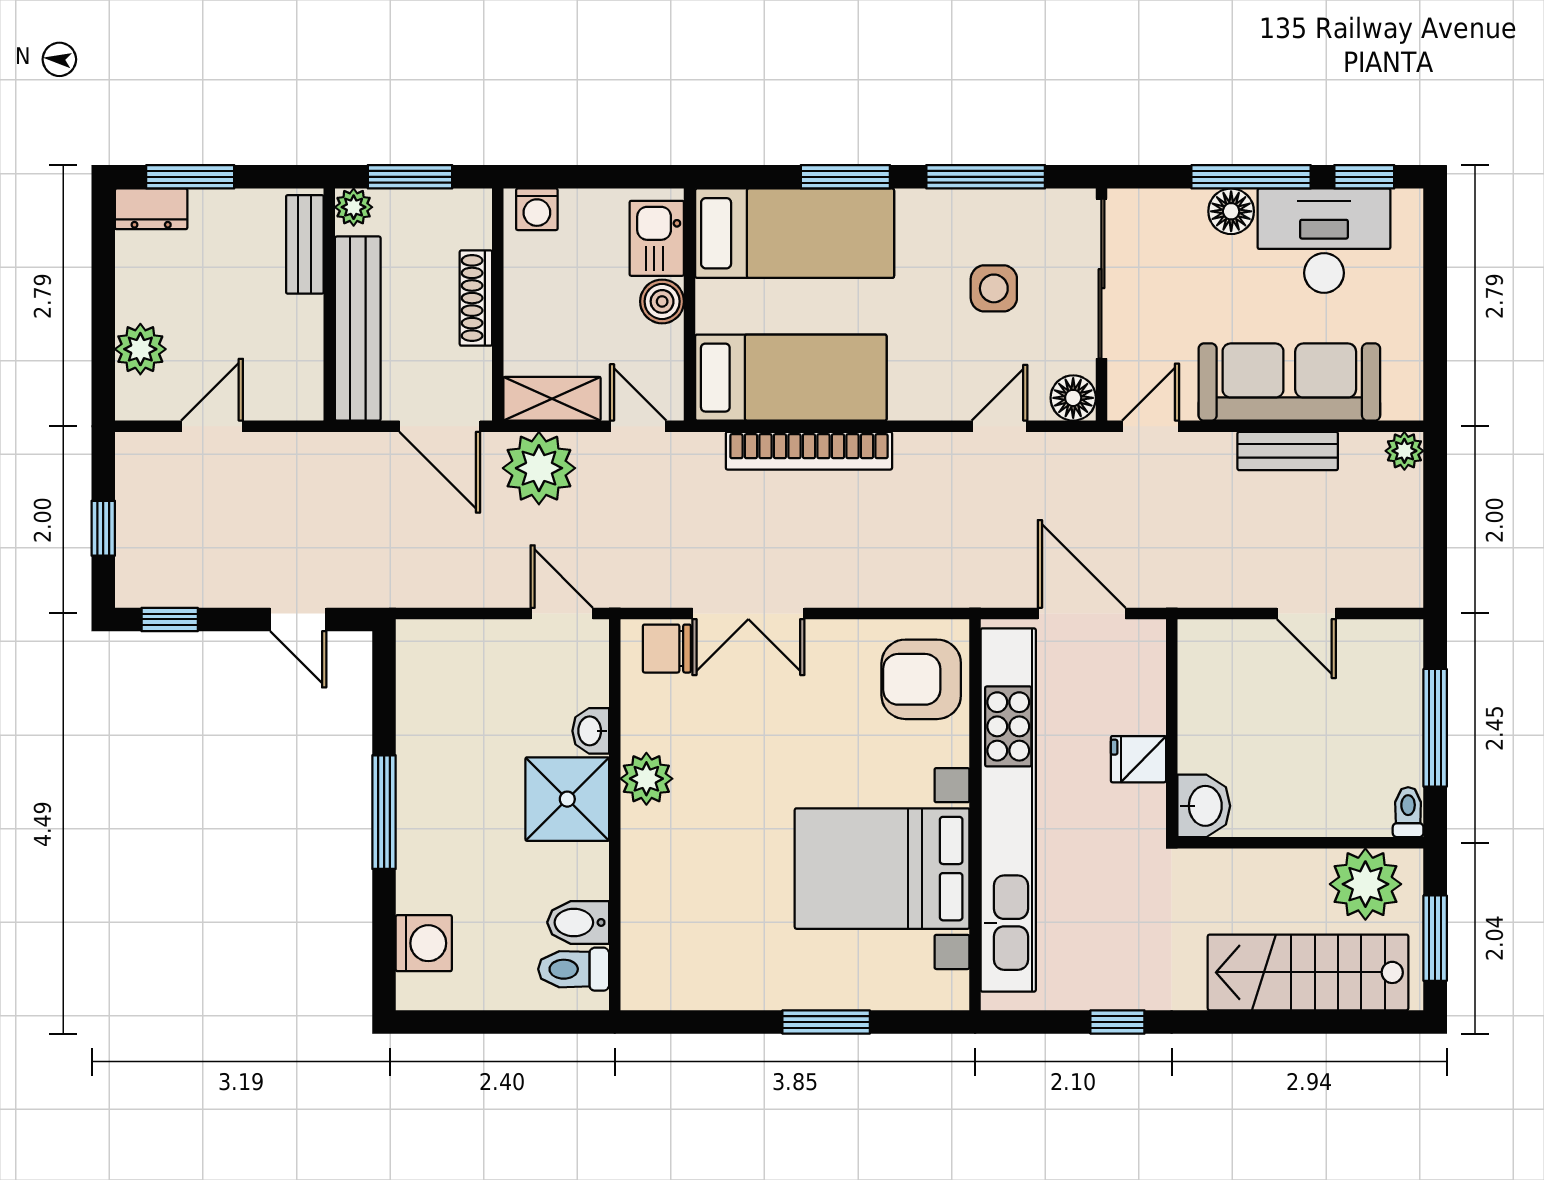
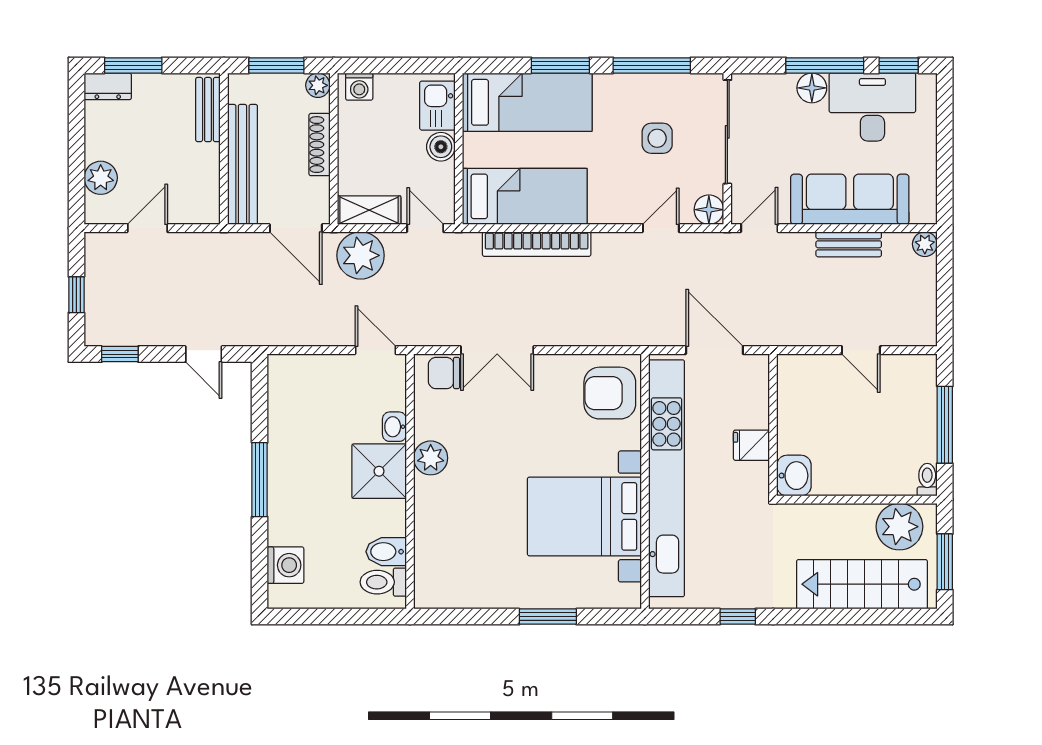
plant: (354, 207) -> (318, 85), moved

